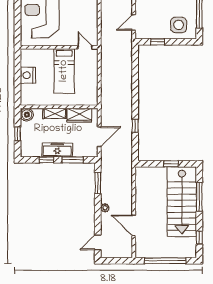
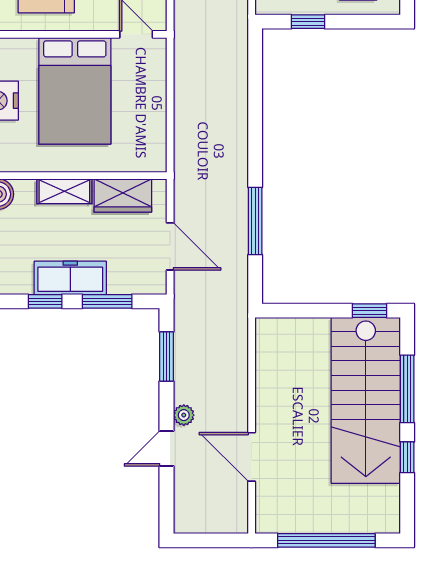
bed: (64, 71) -> (75, 91), width x1.50
window: (135, 126) -> (255, 221), width x2.17
door: (99, 137) -> (170, 246), hinge flipped
window: (171, 164) -> (369, 311), moved
window: (199, 238) -> (407, 457), moved
door: (98, 242) -> (167, 448), moved

